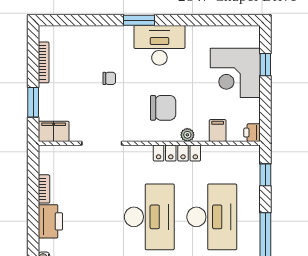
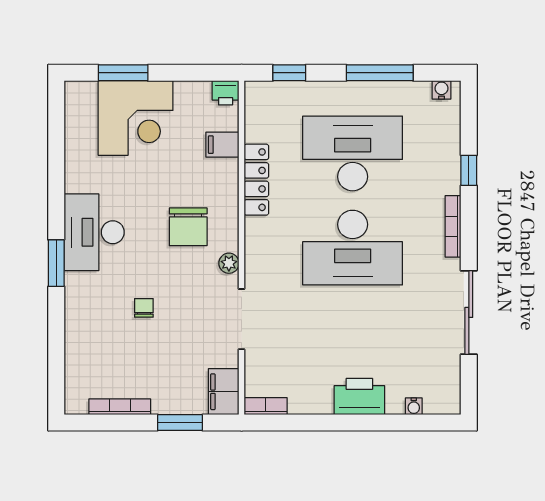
window: (265, 65) -> (123, 73), width x1.50
chair: (163, 108) -> (188, 227), turned 180
plant: (187, 135) -> (229, 263), moved
locker: (177, 153) -> (256, 180), moved
bookcase: (44, 189) -> (266, 406), moved
desk: (149, 217) -> (353, 248), turned 180

